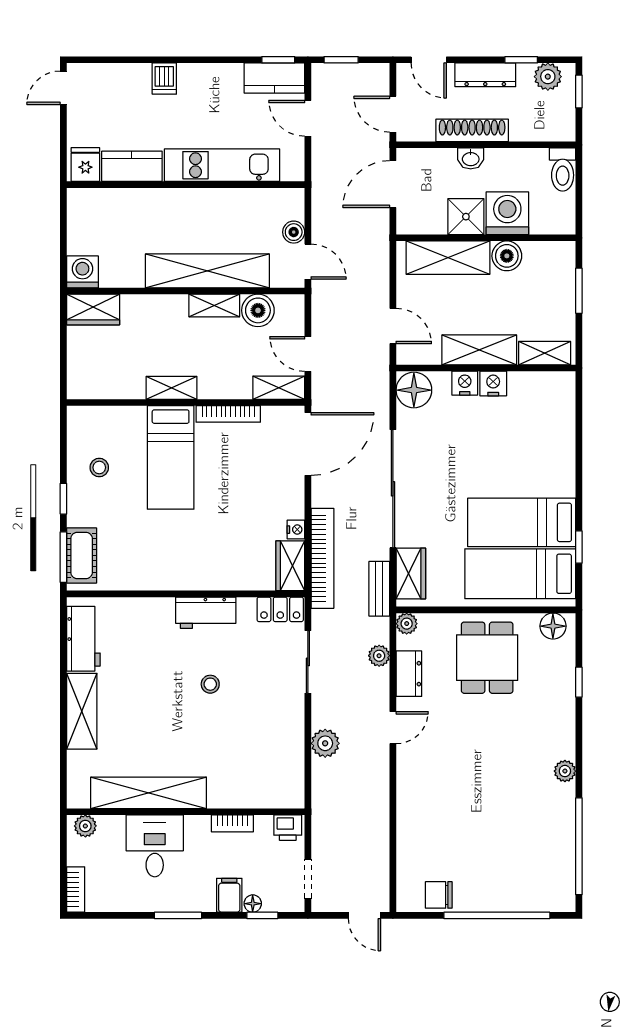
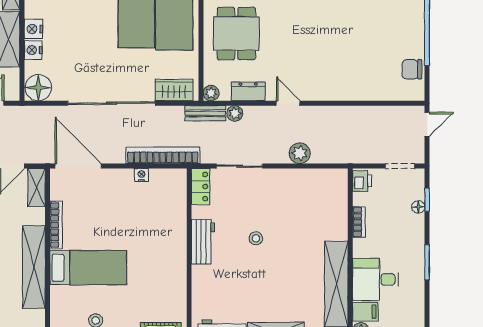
shelving: (171, 388) -> (34, 267), width x2.20, depth x1.33
wardrobe: (290, 566) -> (168, 179), removed
bench: (379, 589) -> (205, 113), moved
dining table: (487, 658) -> (236, 33), turned 90
filing cabinet: (229, 895) -> (365, 312), moved, turned 180
chair: (439, 895) -> (412, 69), turned 90

